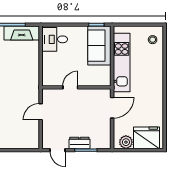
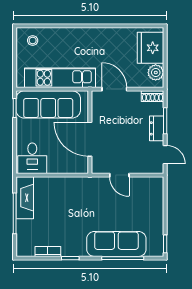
sofa: (99, 46) -> (48, 104), width x1.36
door: (70, 87) -> (90, 139), width x1.88
shoe rack: (106, 139) -> (152, 96), added
door: (58, 150) -> (165, 155), hinge flipped

